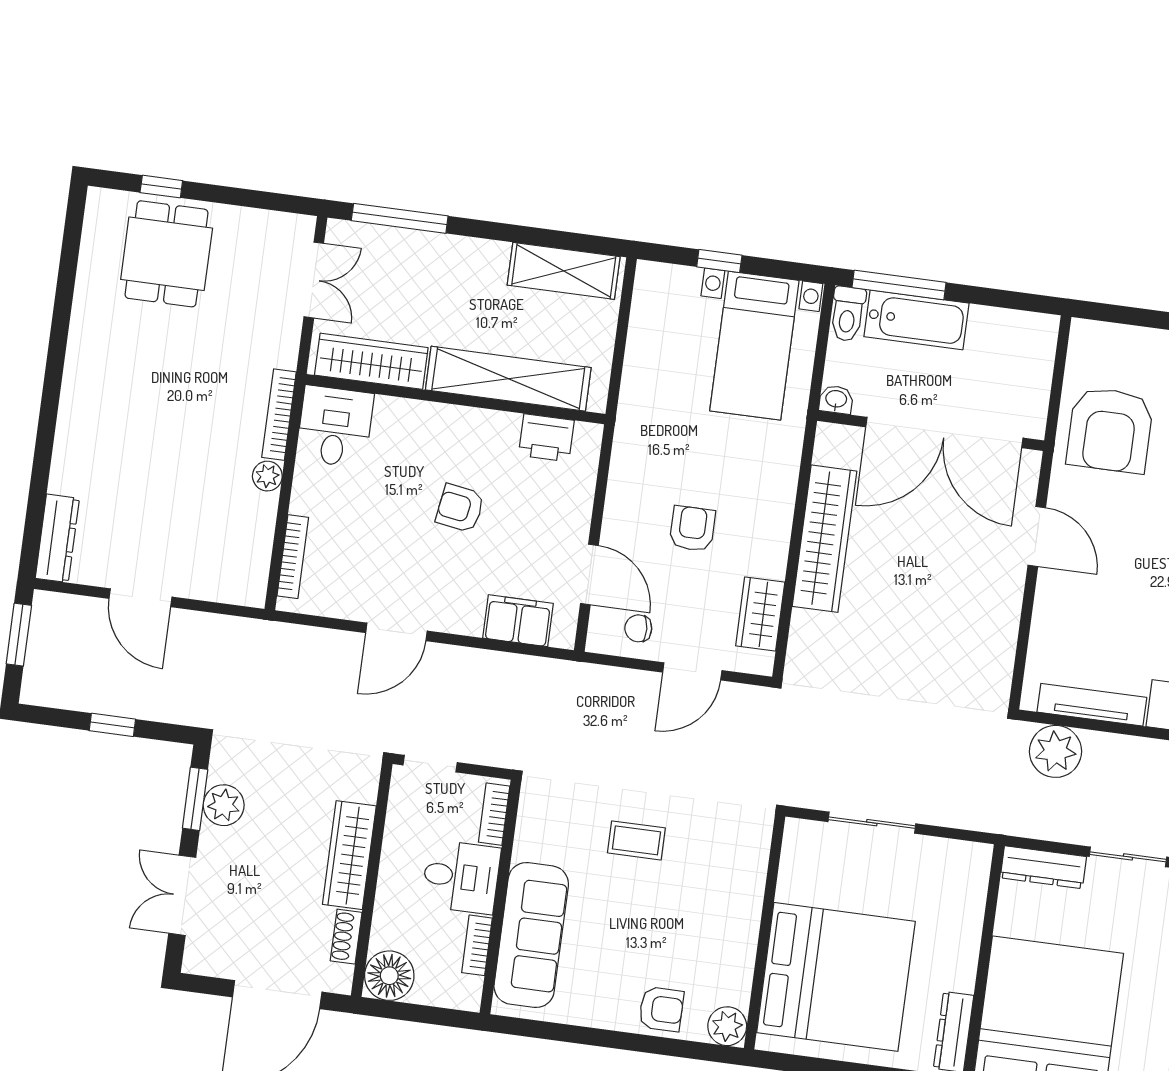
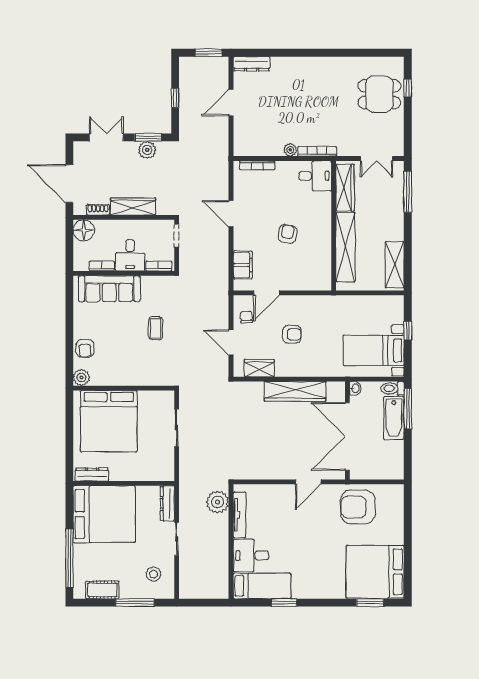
printer: (546, 438) -> (322, 267), removed

